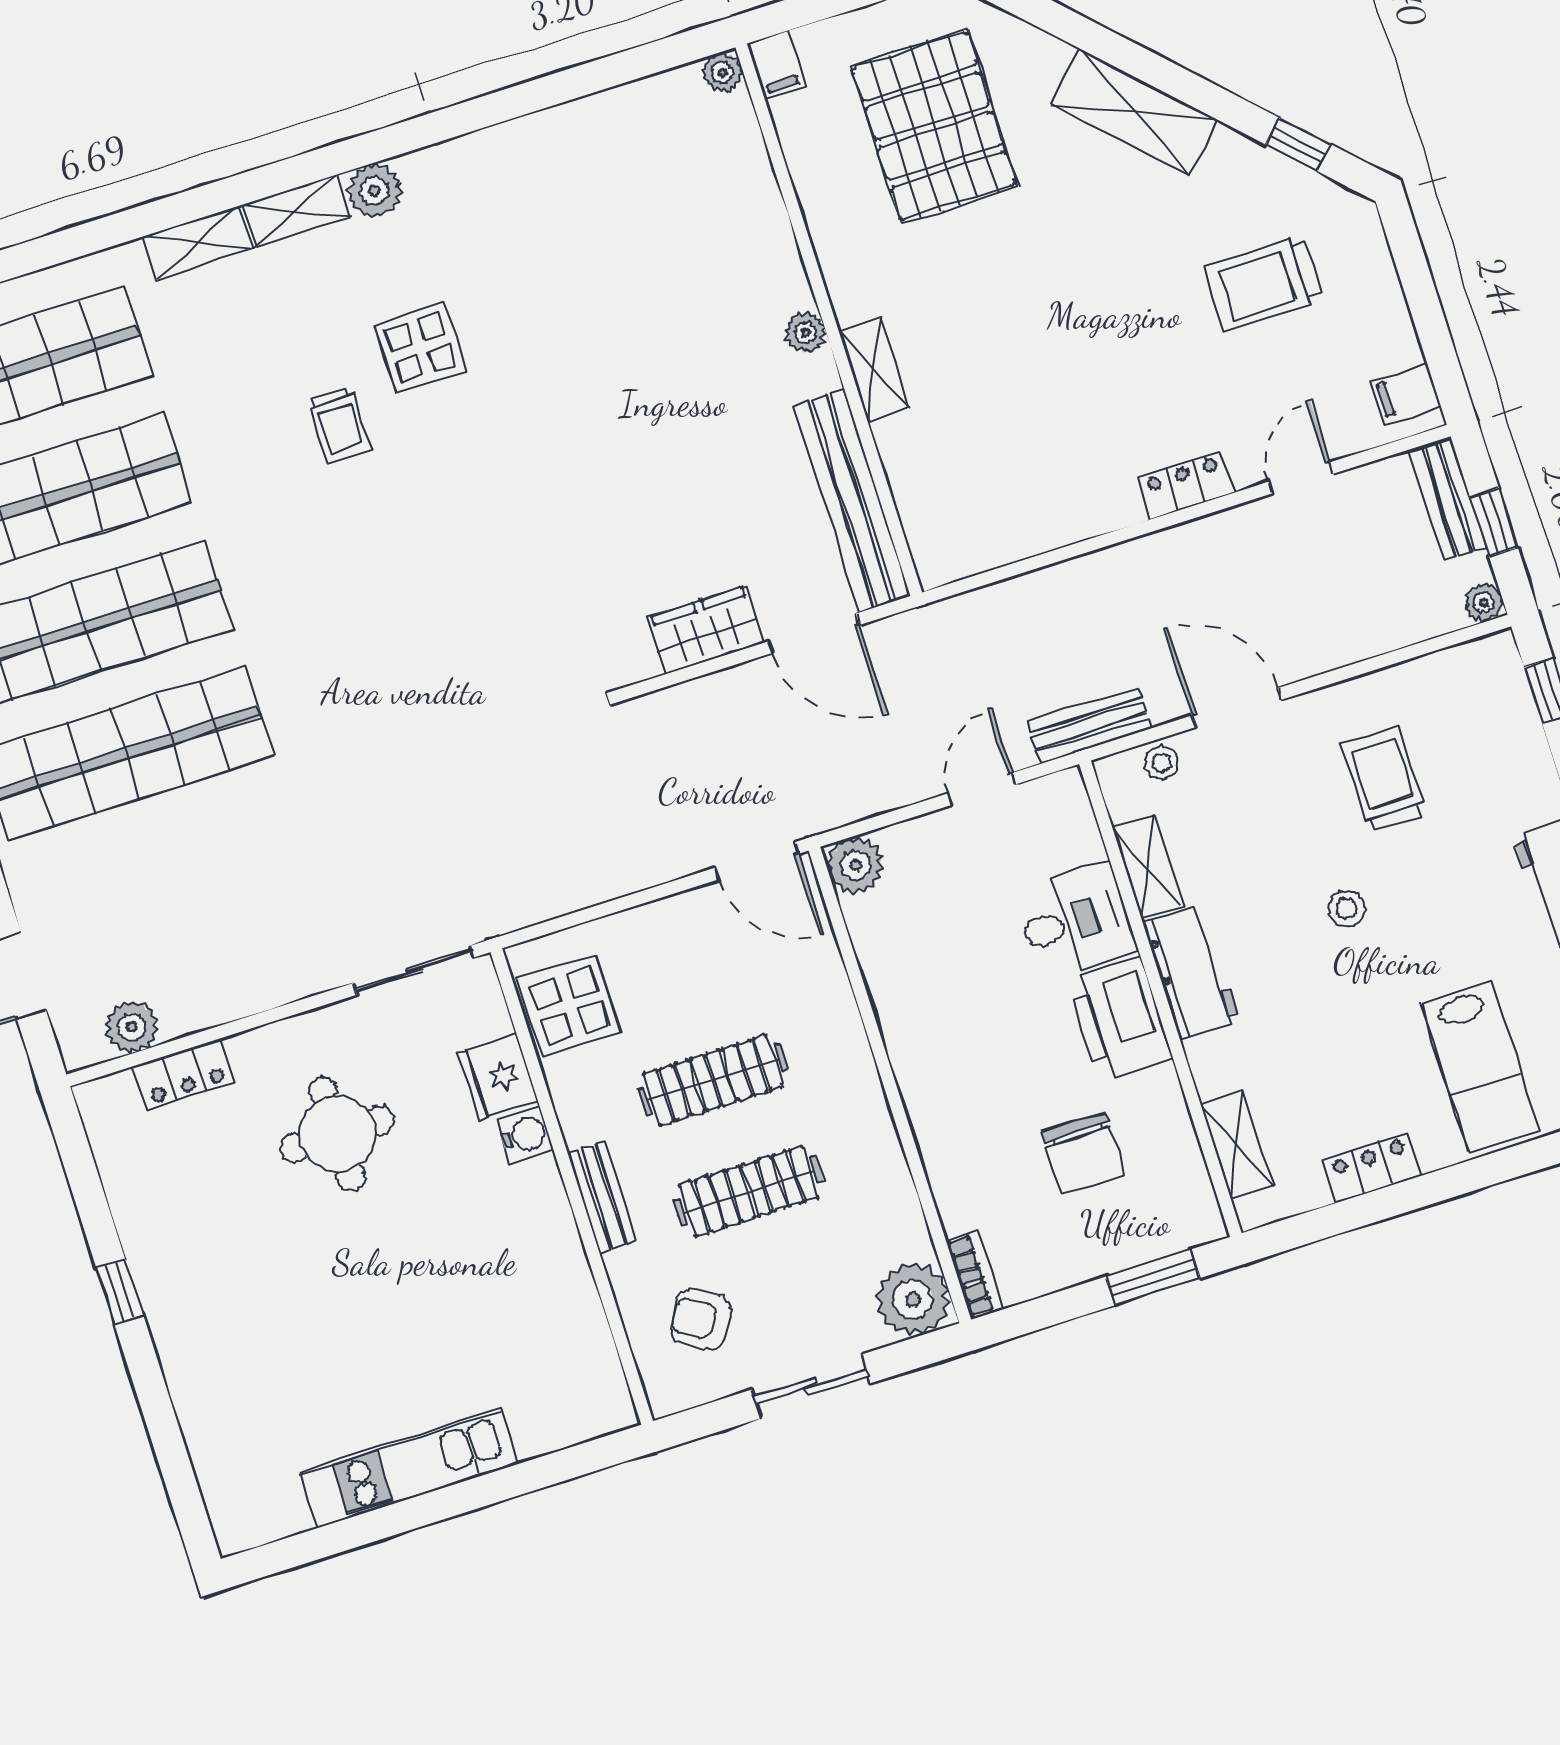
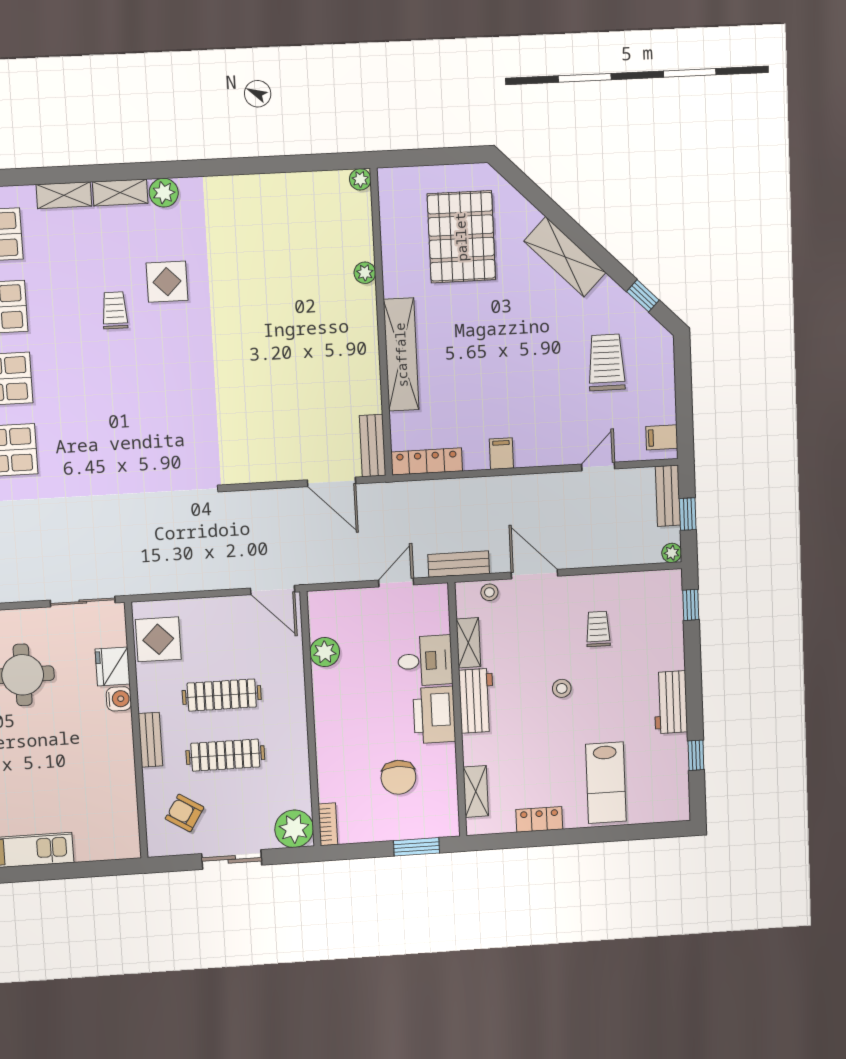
filing cabinet: (777, 65) -> (501, 454), moved, turned 180
trolley: (1264, 283) -> (606, 362), turned 90
plant: (805, 333) -> (365, 273), moved
shelving: (874, 370) -> (401, 355), width x2.20, depth x1.33
trolley: (339, 424) -> (115, 310), turned 180
locker: (1185, 485) -> (427, 461), moved, width x1.53
bench: (852, 501) -> (373, 446), width x0.54, depth x0.82
wardrobe: (706, 630) -> (277, 466), removed
trolley: (1384, 780) -> (598, 629), width x0.73, depth x0.72
plant: (856, 865) -> (325, 652), moved

